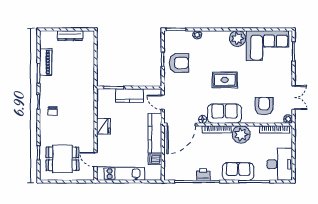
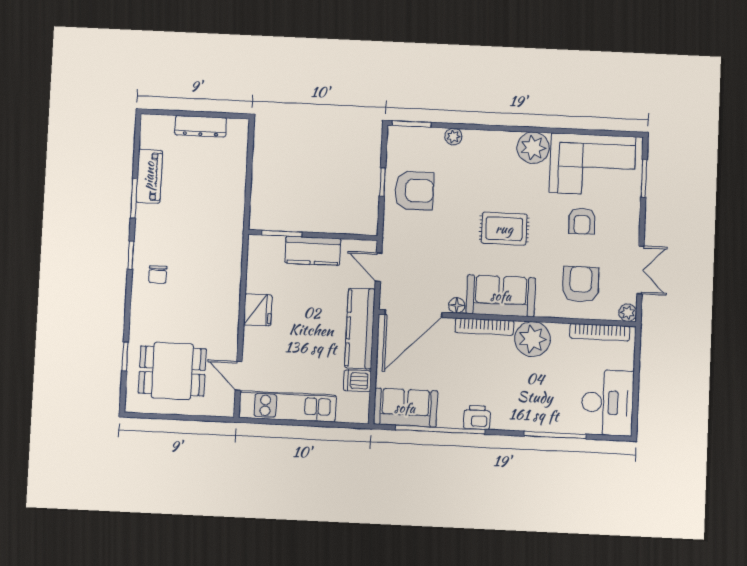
armchair: (263, 74) -> (582, 221), added
sofa: (238, 171) -> (405, 408), moved
printer: (203, 175) -> (477, 417), moved

